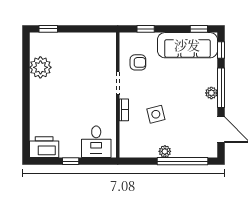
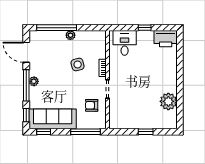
window: (48, 29) -> (146, 132), moved
window: (146, 29) -> (86, 132), width x2.17

